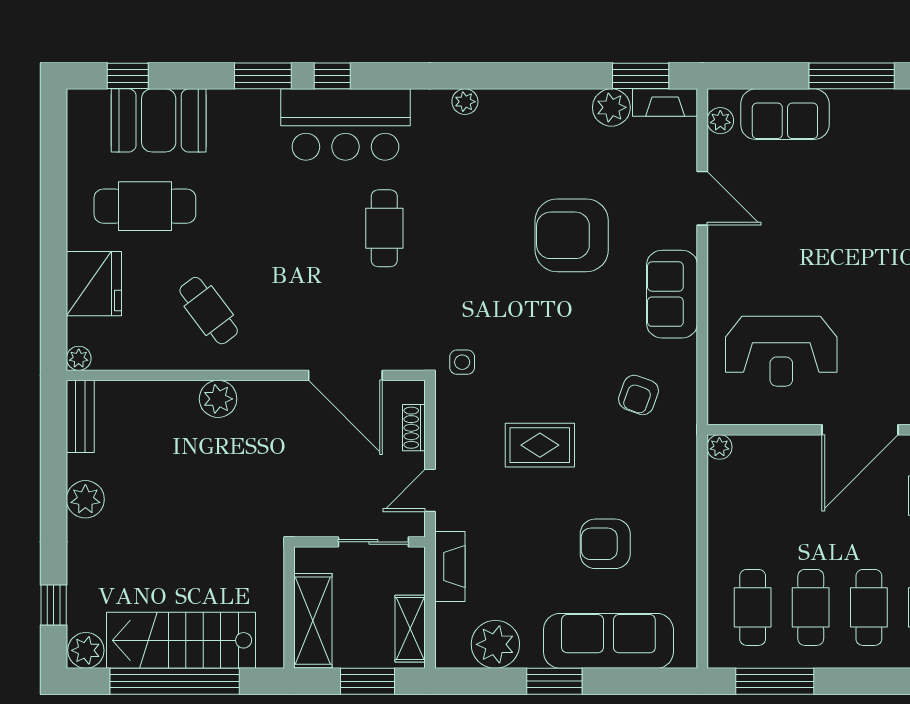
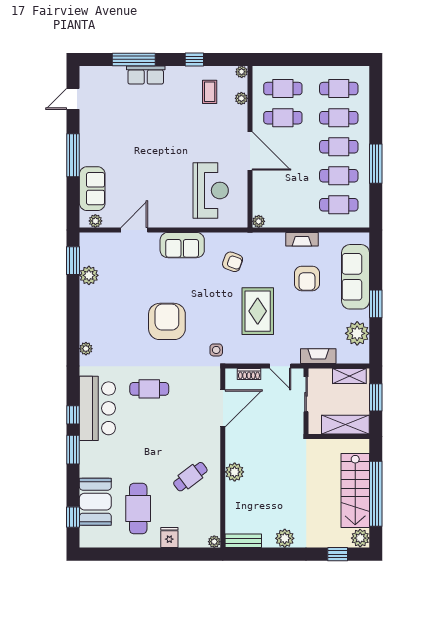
fireplace: (665, 103) -> (302, 239), moved, turned 90
armchair: (572, 235) -> (167, 321), moved, turned 180
fridge: (94, 284) -> (169, 538), width x0.53, depth x0.75
rug: (540, 445) -> (258, 311), width x1.36, depth x1.43
window: (775, 681) -> (376, 164), moved

